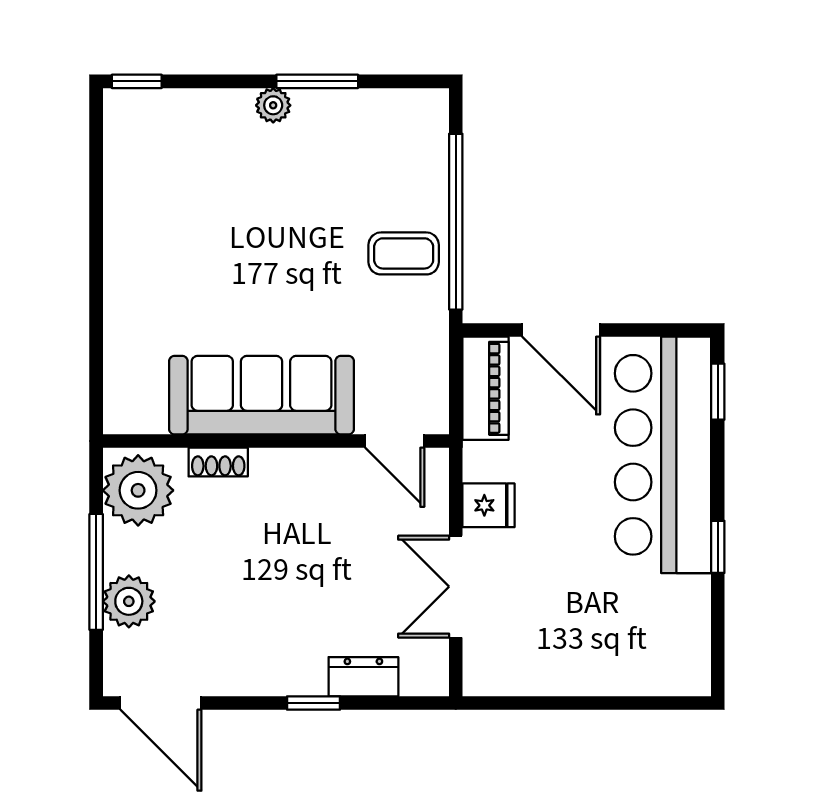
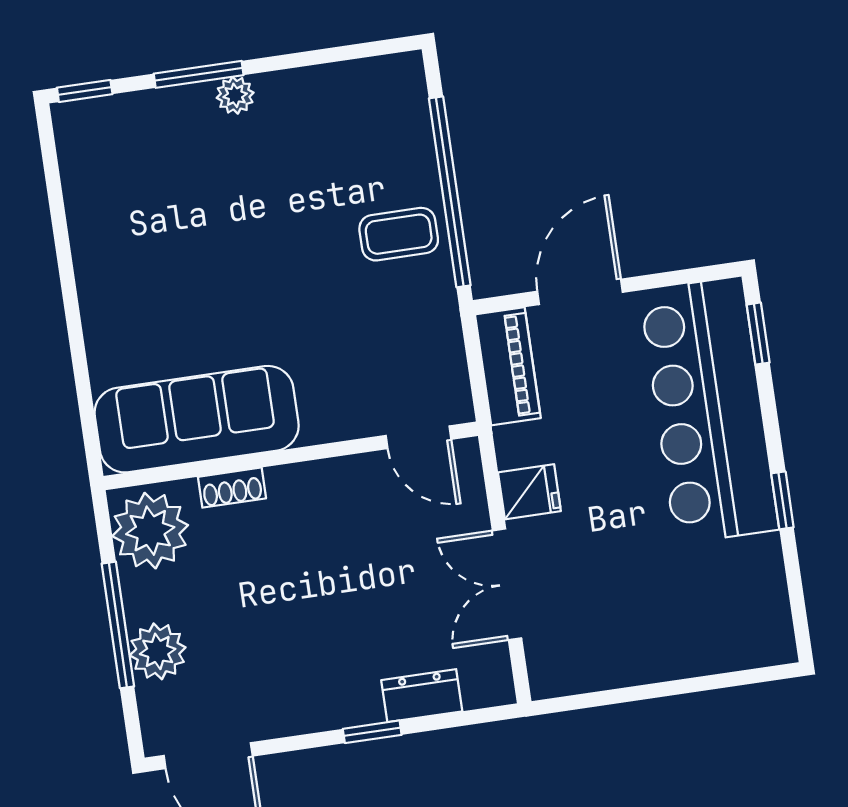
window: (317, 81) -> (199, 74), moved
door: (561, 330) -> (580, 292), swing flipped
sofa: (262, 395) -> (197, 419), moved

